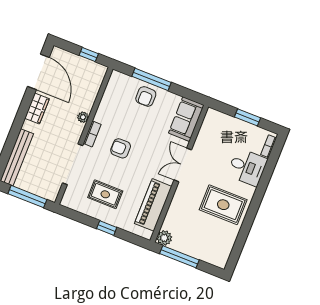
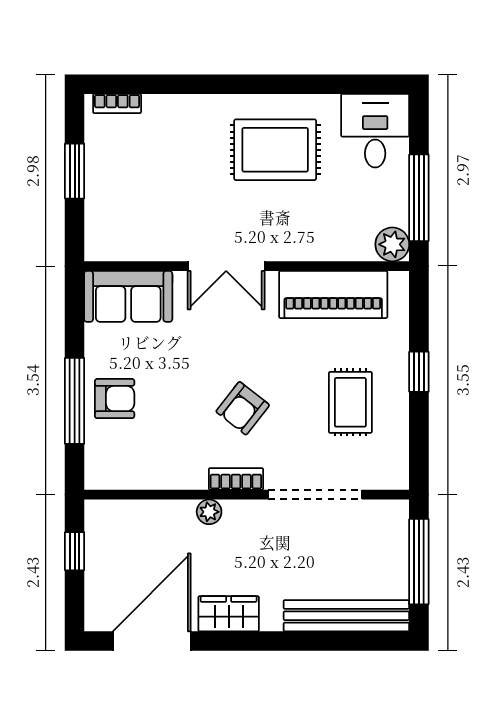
armchair: (121, 148) -> (243, 408), turned 38
desk: (247, 167) -> (375, 131), moved
rug: (223, 205) -> (275, 150), turned 90

